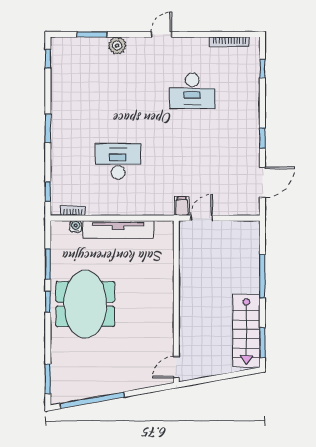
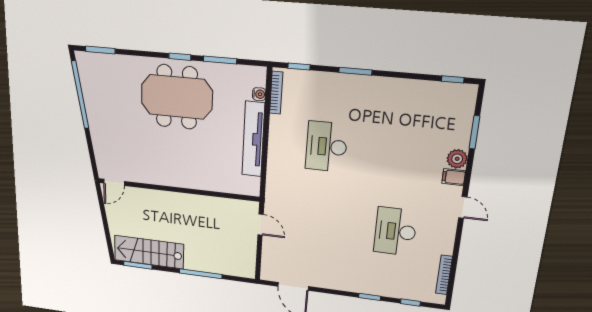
window: (48, 128) -> (355, 71), moved
window: (262, 138) -> (370, 297), moved
desk: (118, 161) -> (326, 147), turned 180
filing cabinet: (182, 206) -> (454, 177), moved, turned 180
bookcase: (73, 211) -> (276, 93), width x1.56
door: (176, 367) -> (114, 182), swing flipped

